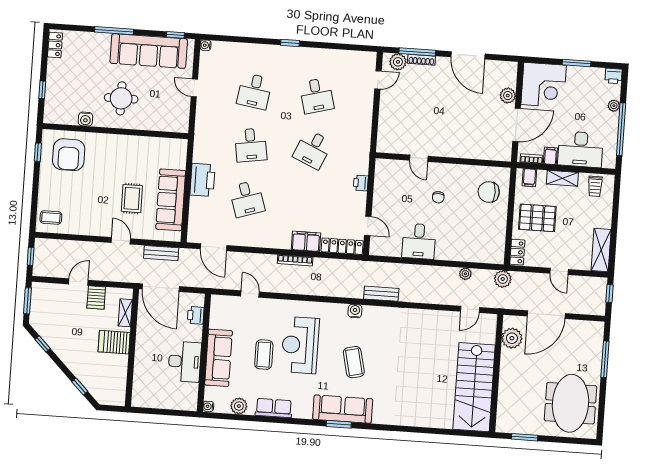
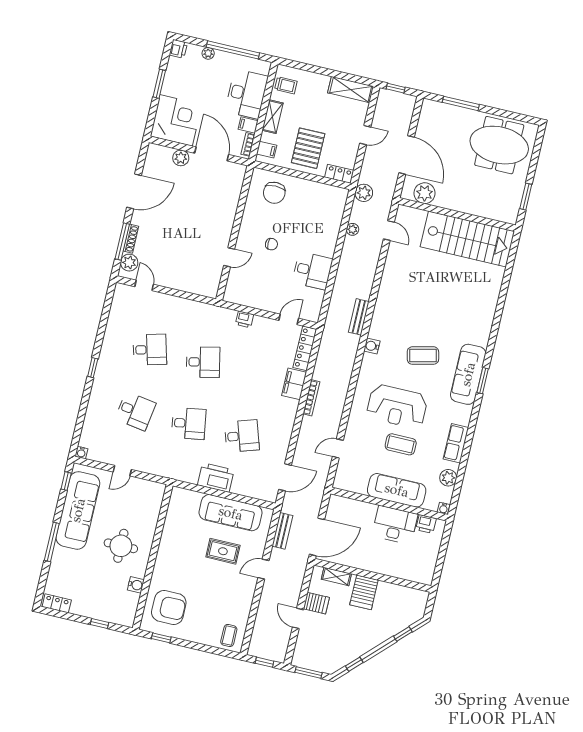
desk: (313, 149) -> (203, 362), turned -36
printer: (196, 315) -> (426, 524), moved

